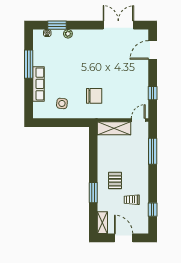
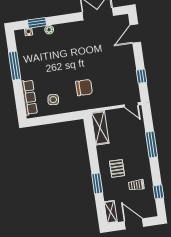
row of seats: (39, 84) -> (29, 97), moved
door: (138, 120) -> (131, 105), swing flipped
shelving: (114, 128) -> (100, 128), moved, turned 90
window: (153, 151) -> (151, 144), moved

